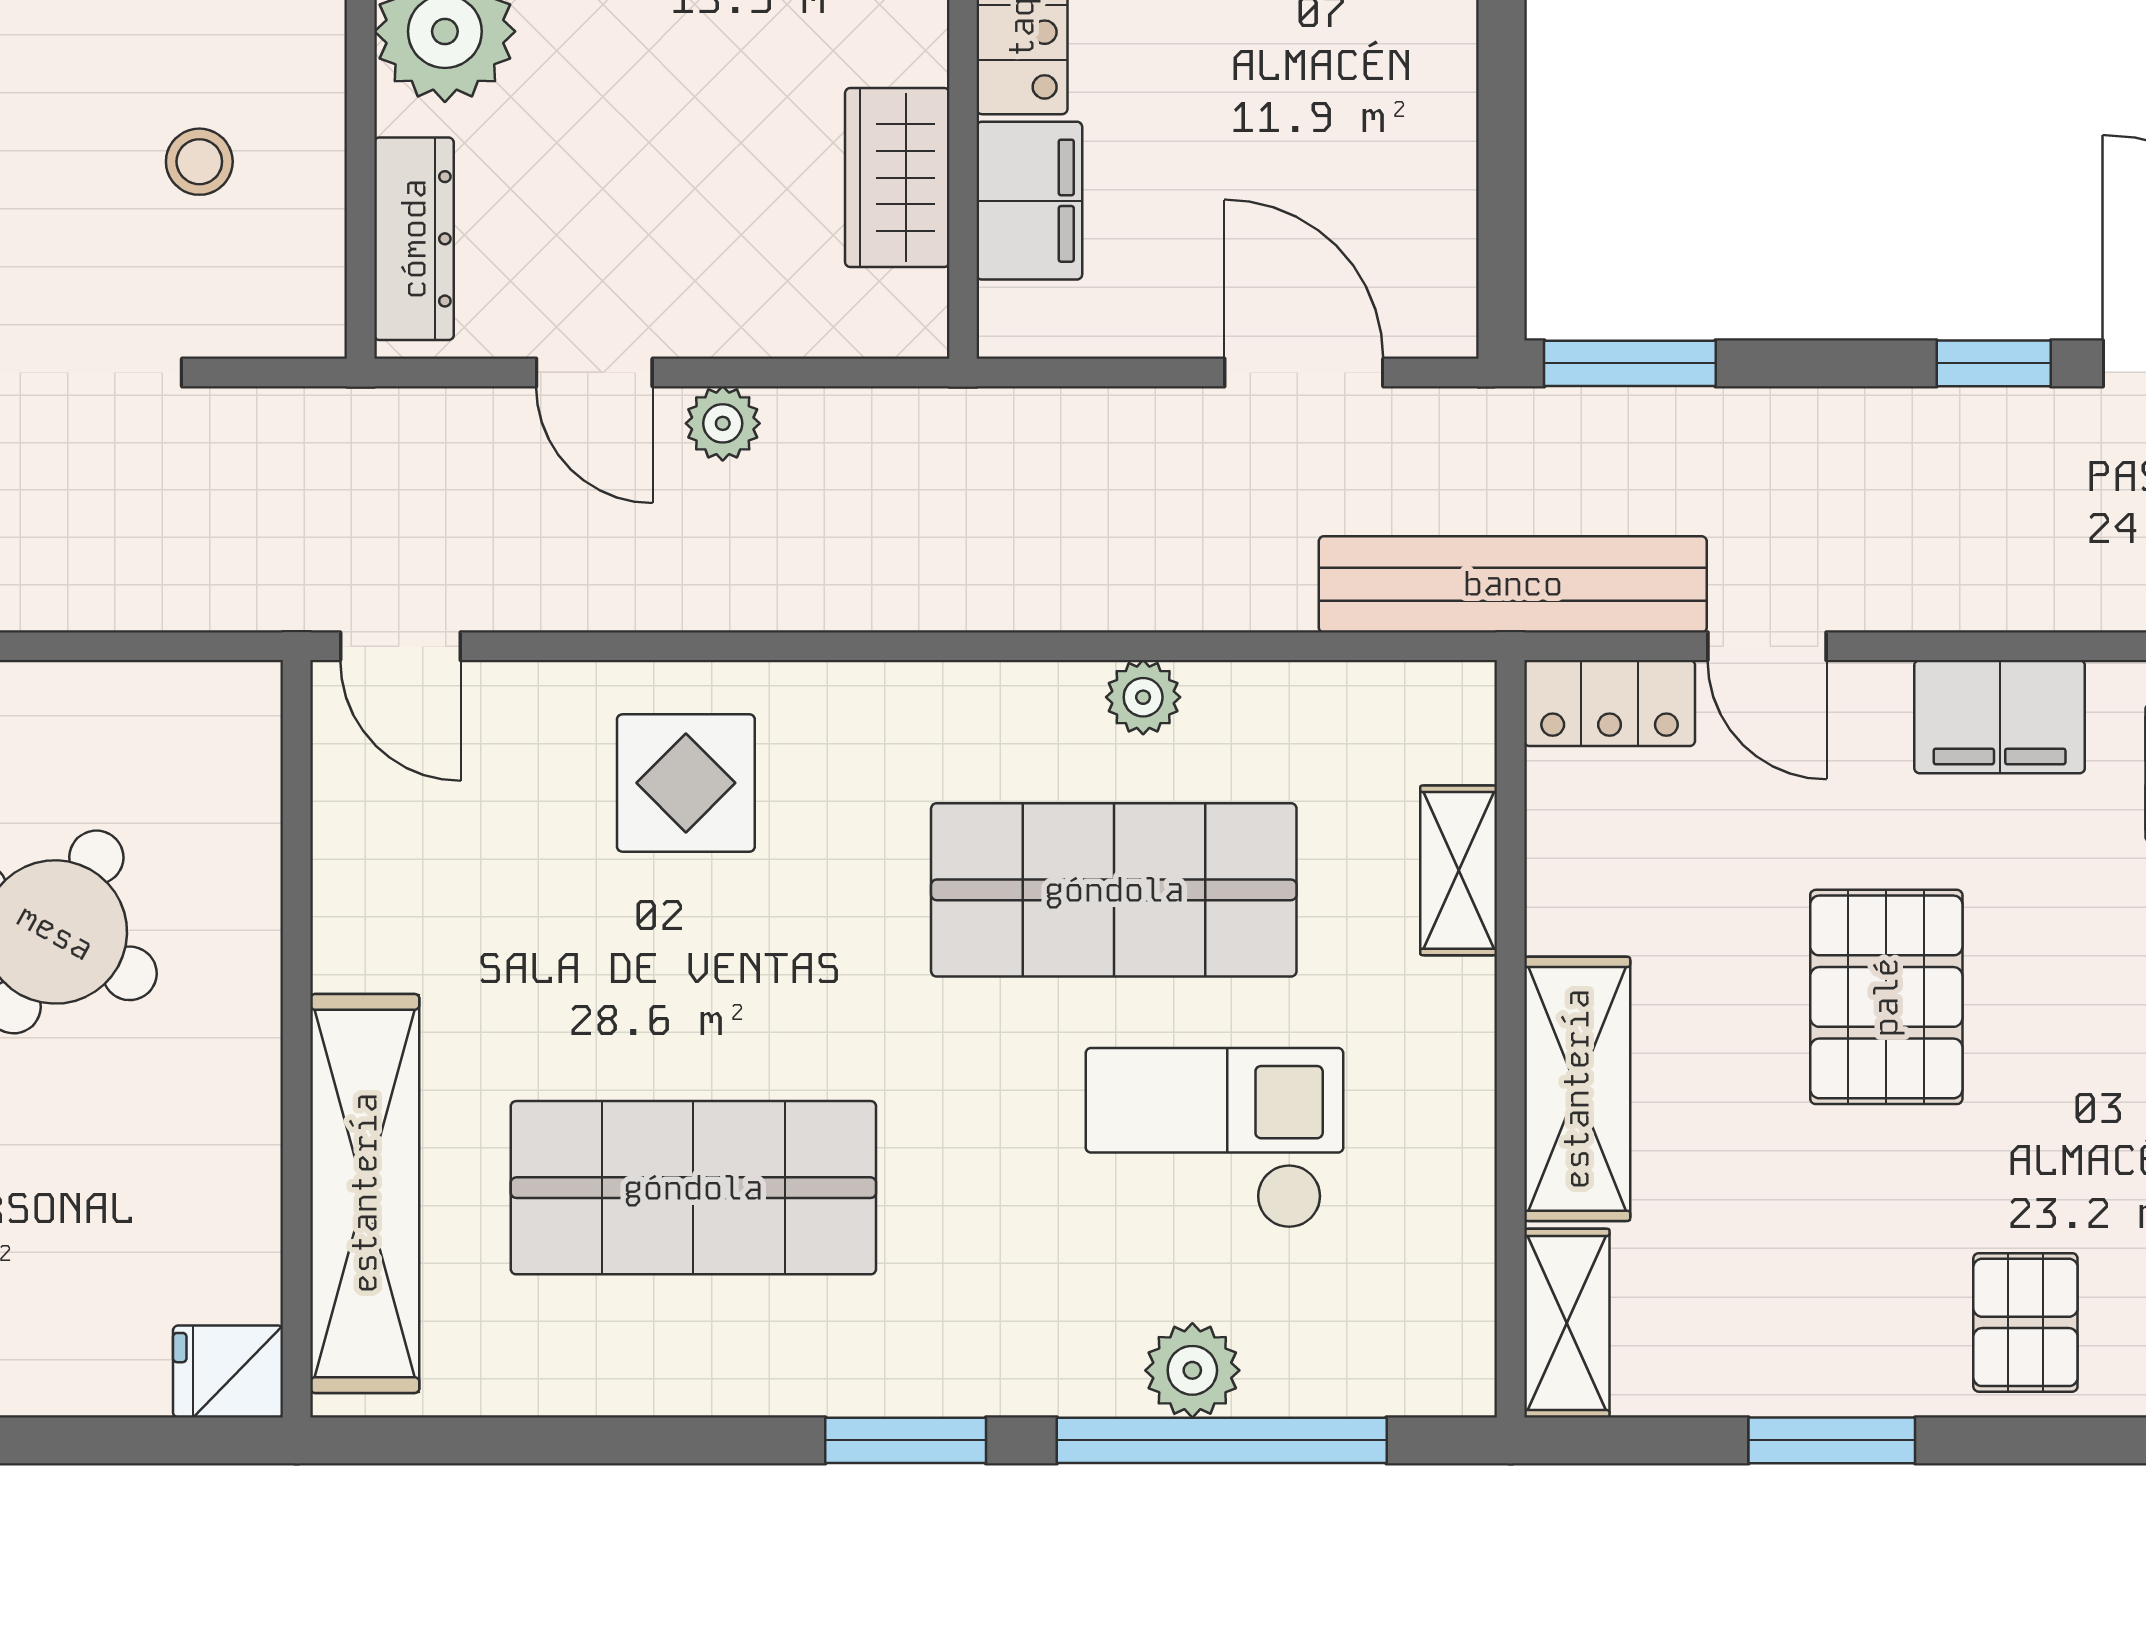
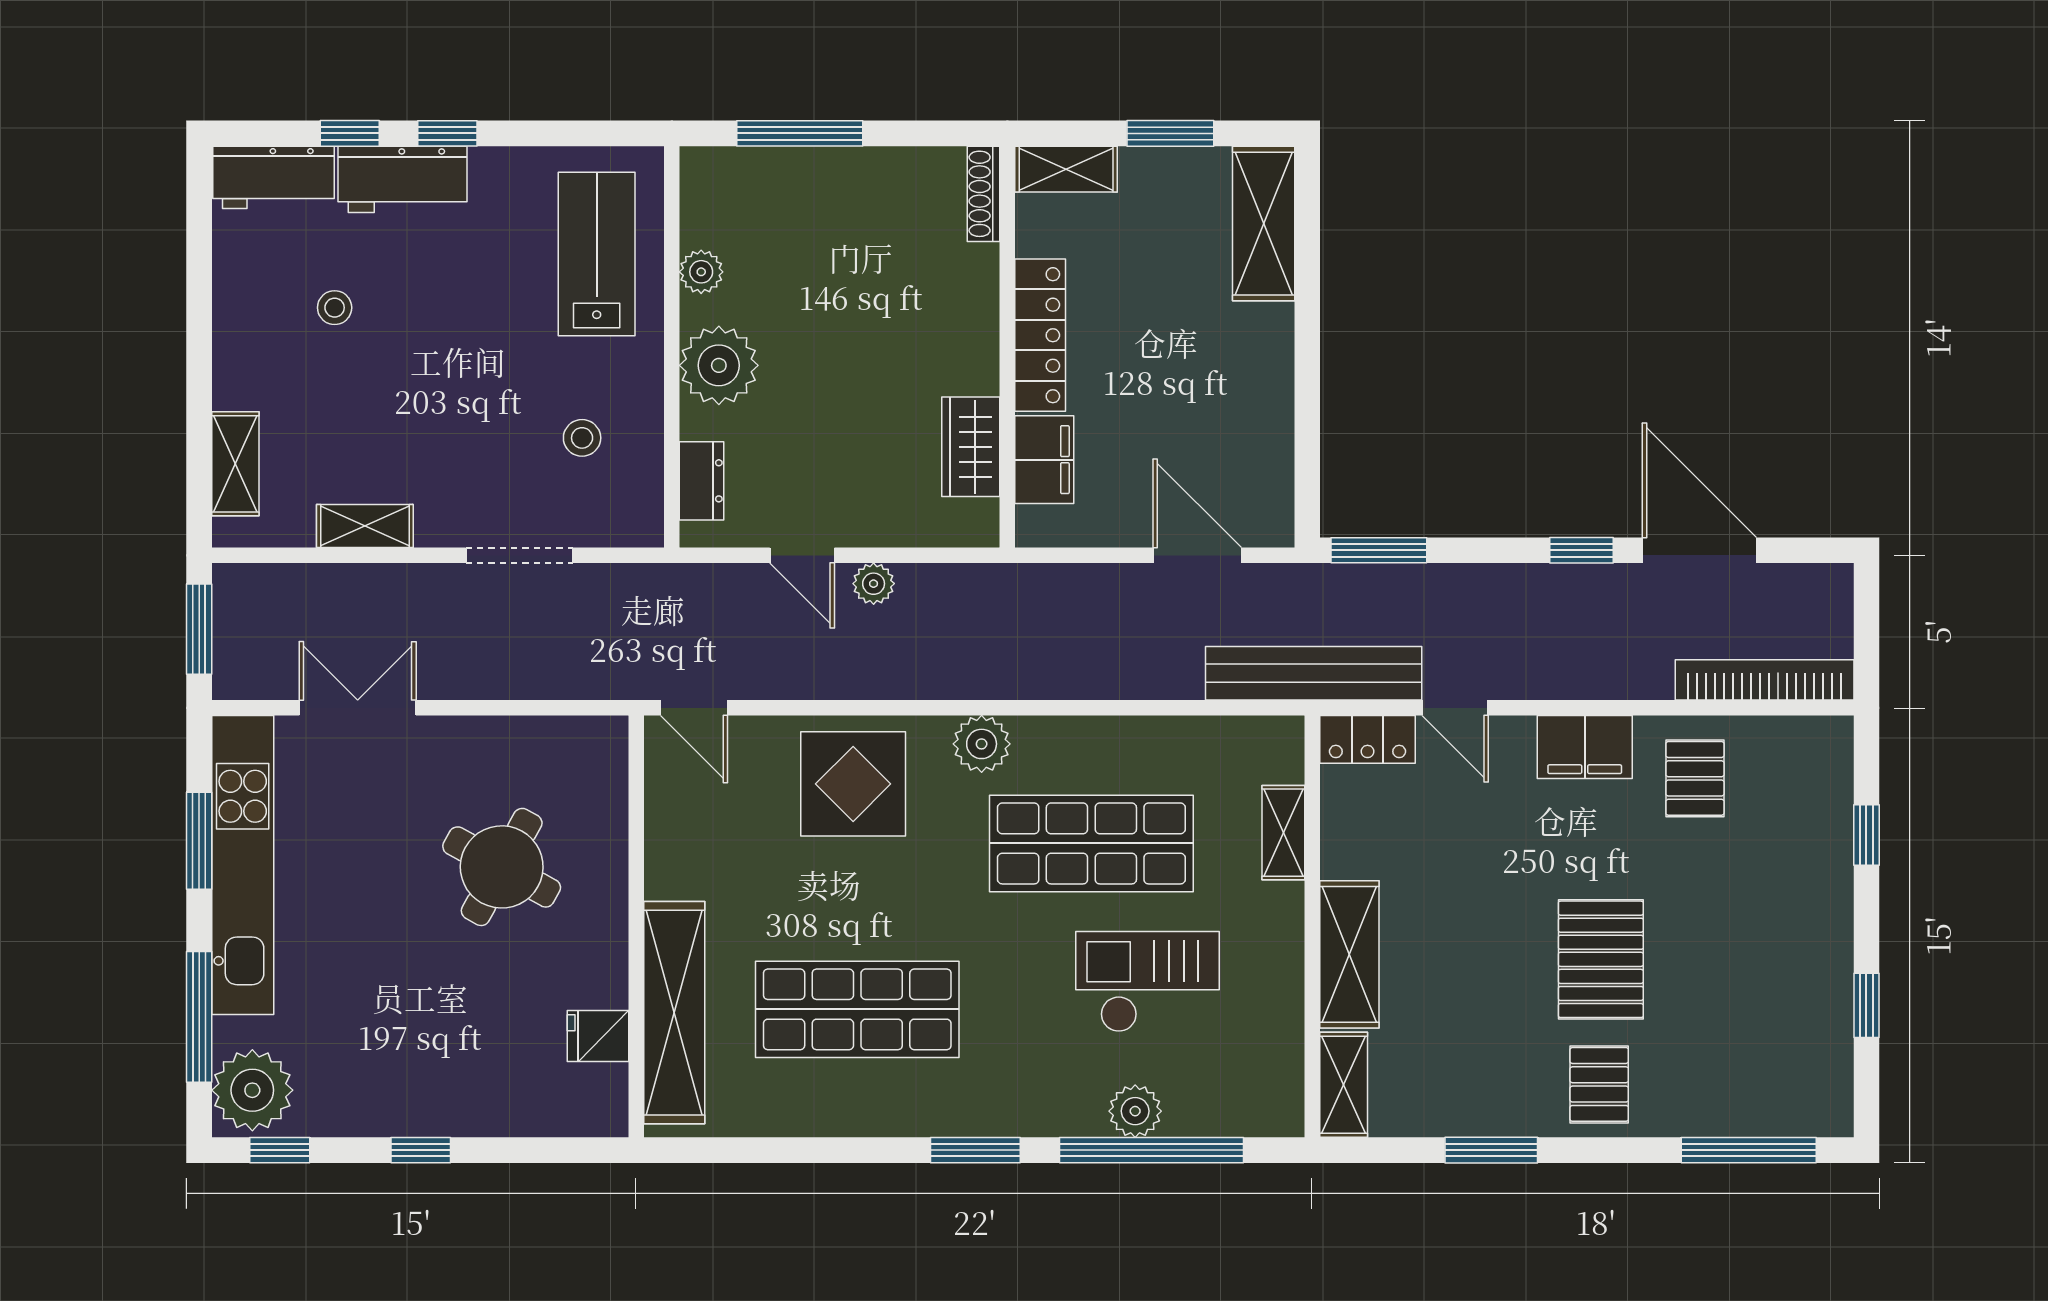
dresser: (414, 239) -> (702, 481), width x0.70
plant: (1143, 697) -> (982, 744), moved, width x1.38, depth x1.38
display table: (686, 783) -> (853, 784), width x1.36, depth x1.36
pallet: (1886, 997) -> (1601, 959), moved
fridge: (228, 1371) -> (598, 1036), moved

